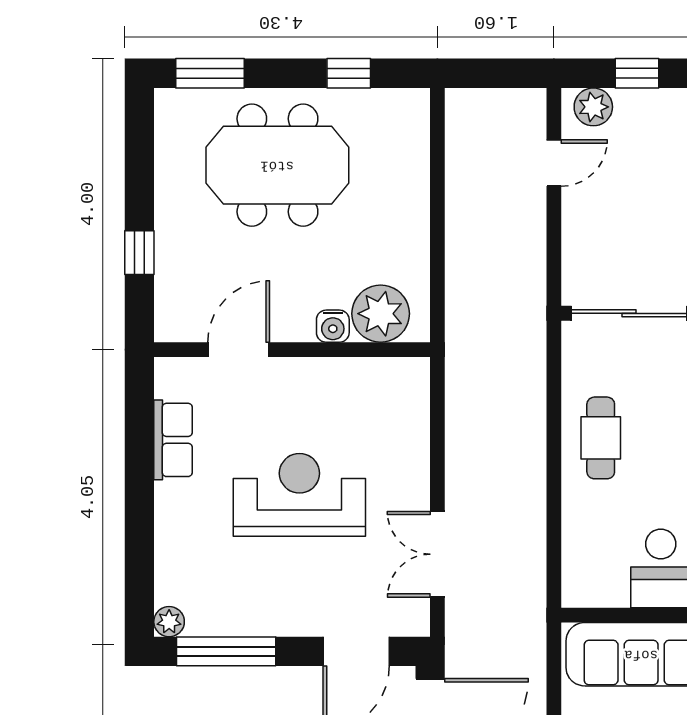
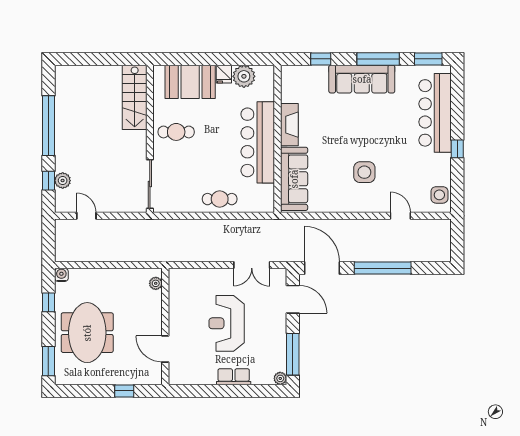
plant: (593, 107) -> (63, 181), moved
plant: (381, 314) -> (156, 283), width x0.53, depth x0.53
water cooler: (333, 326) -> (61, 275), moved, turned -90
cafe table: (601, 438) -> (220, 199), moved
row of seats: (173, 440) -> (234, 377), moved

